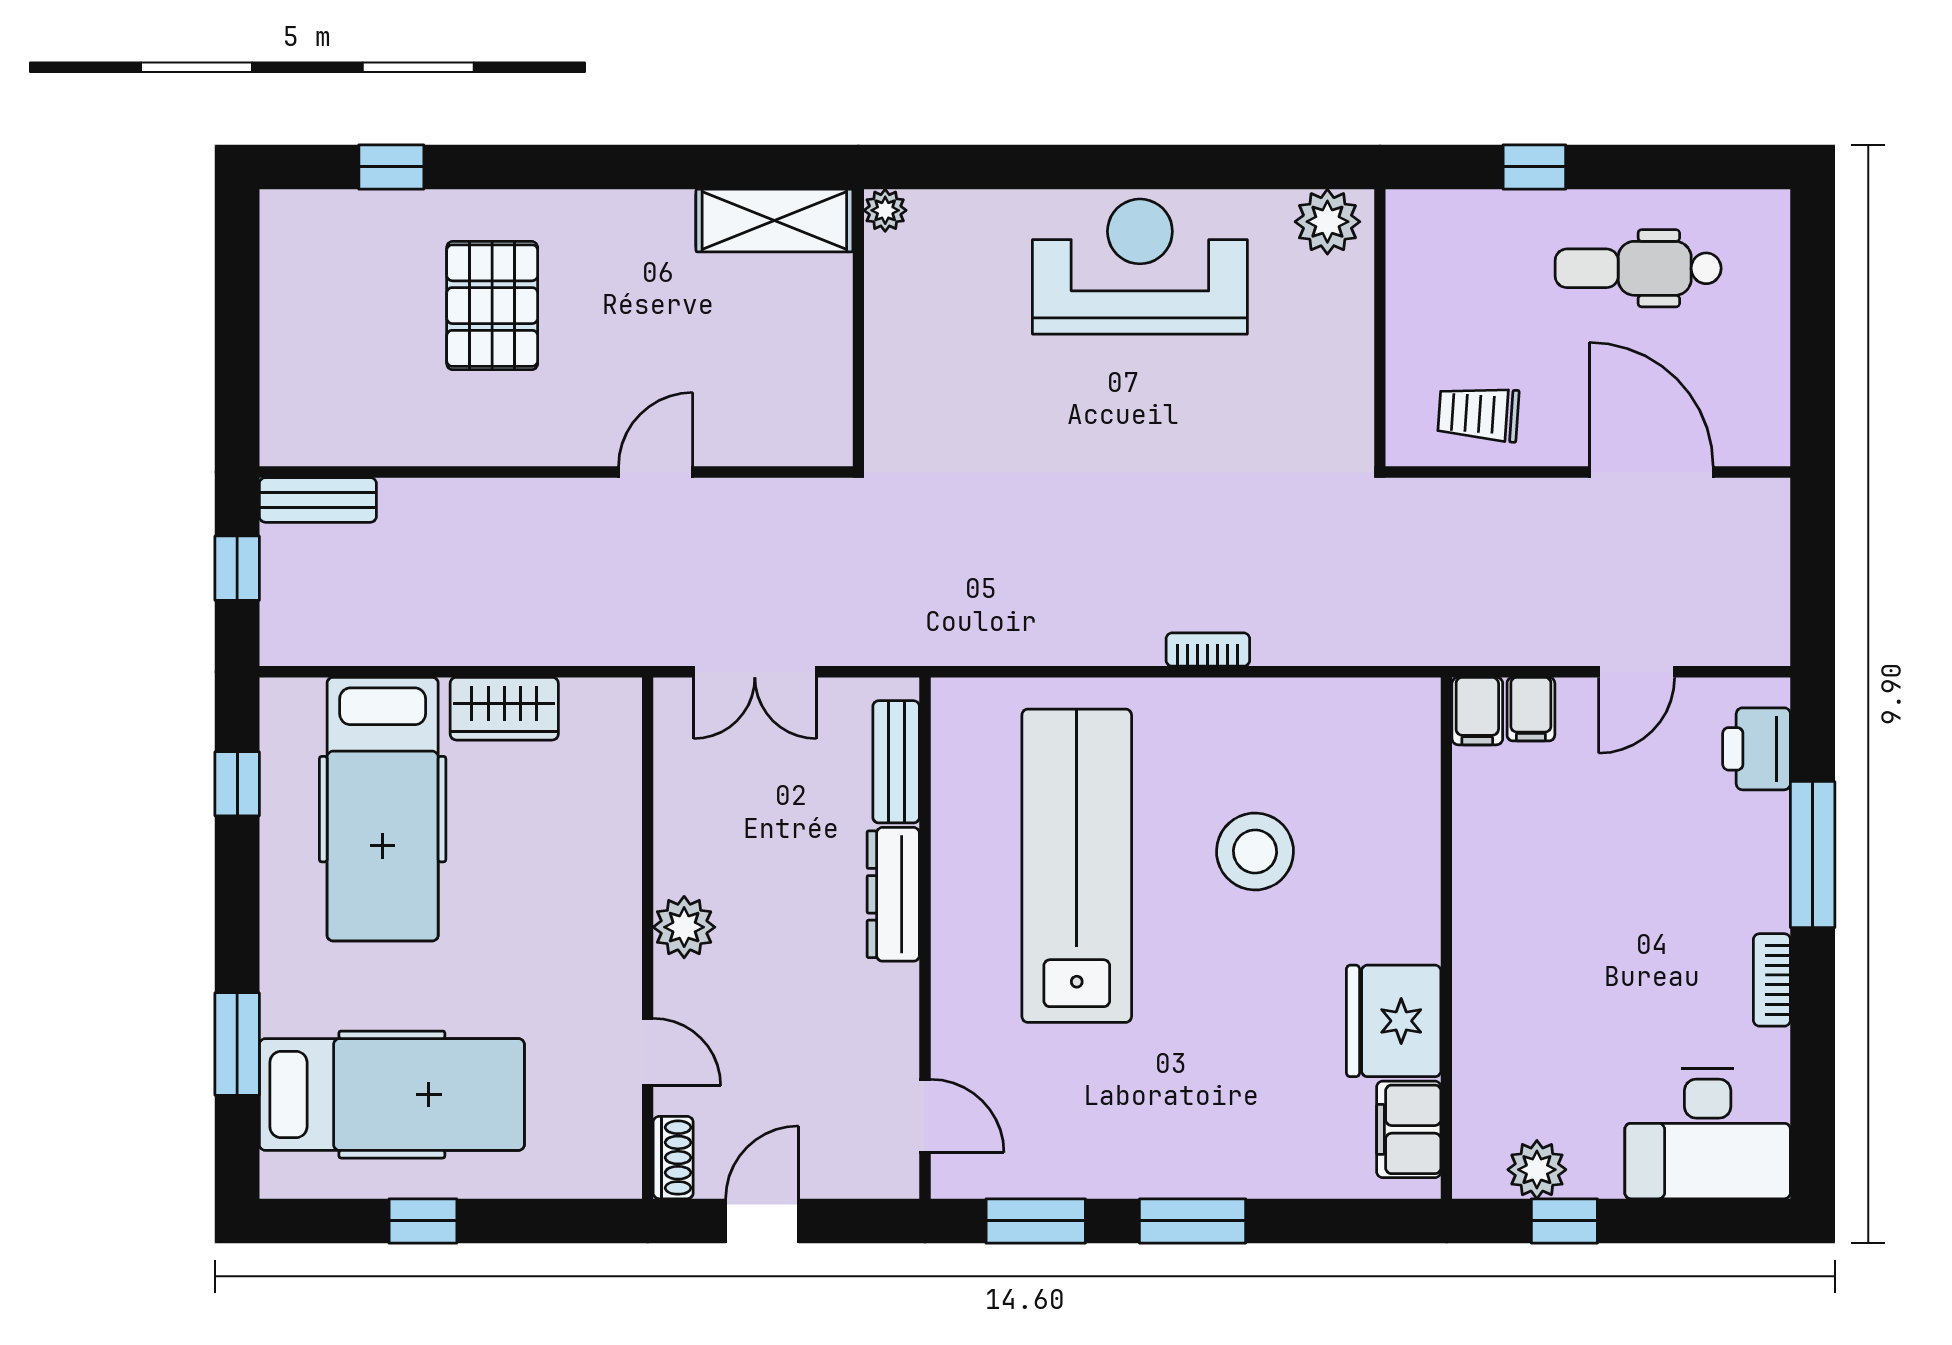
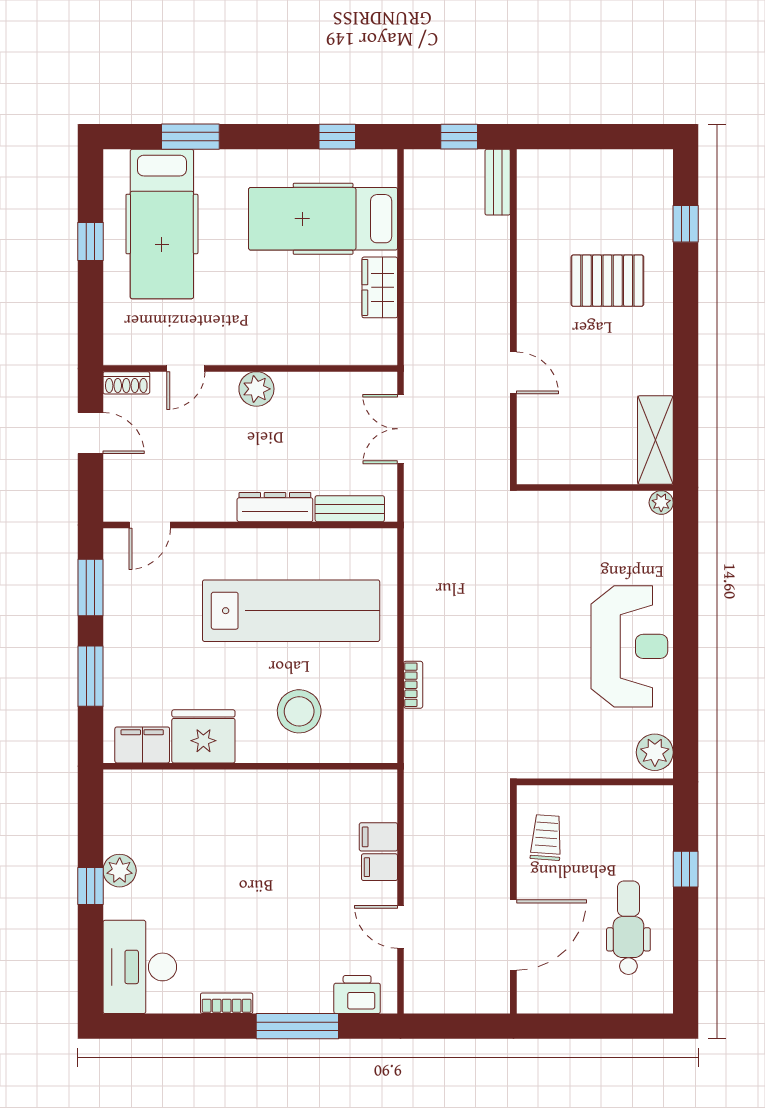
wall: (1446, 938) -> (250, 766), moved
fridge: (1394, 1021) -> (203, 736), moved
filing cabinet: (1409, 1129) -> (142, 745), moved

